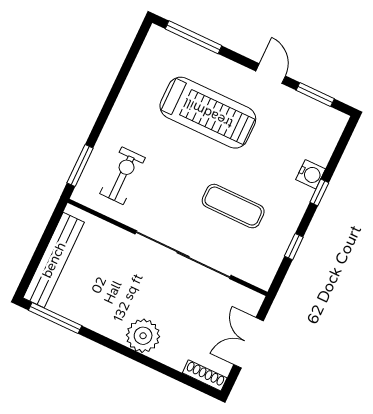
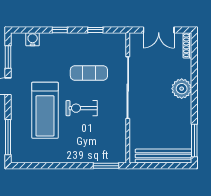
treadmill: (208, 113) -> (45, 110), turned 180
water cooler: (311, 174) -> (33, 39), moved
exercise bike: (123, 176) -> (82, 108), moved
exercise mat: (233, 206) -> (89, 73), turned 90

